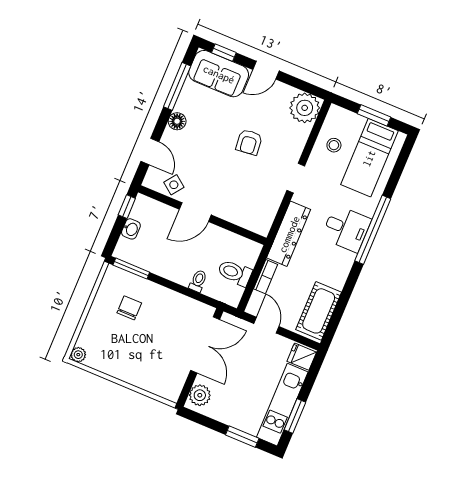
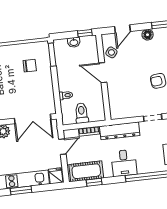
desk: (346, 229) -> (124, 163), moved
window: (340, 309) -> (94, 182), added

